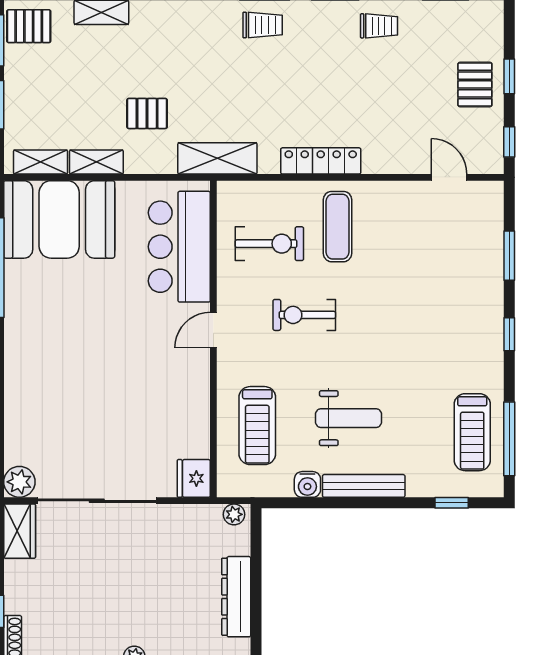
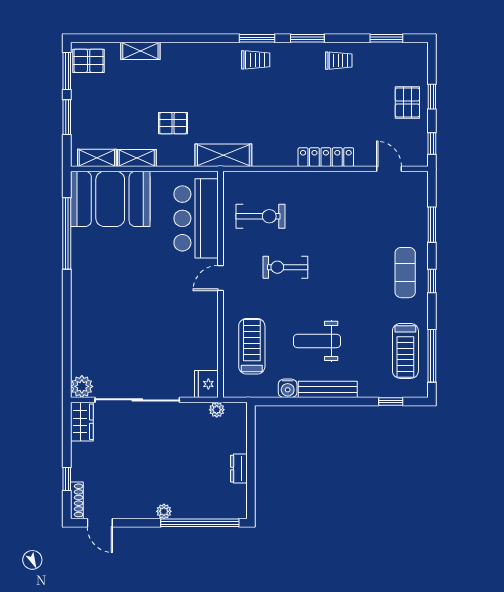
locker: (321, 161) -> (326, 157), moved
exercise mat: (337, 227) -> (405, 273), moved
weight bench: (348, 418) -> (317, 341), turned 180
treadmill: (257, 426) -> (252, 346), turned 180
plant: (234, 514) -> (217, 410), moved
dresser: (236, 597) -> (239, 469), width x0.51, depth x0.80

